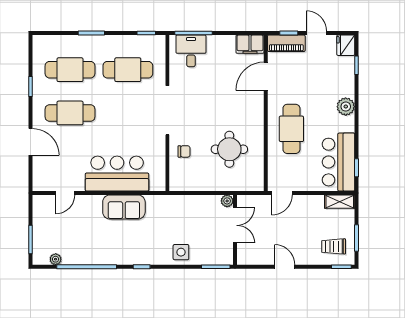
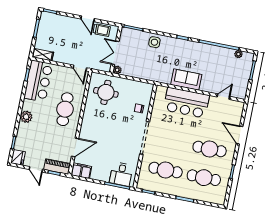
round table: (229, 149) -> (106, 92), moved
door: (282, 193) -> (80, 68), swing flipped
trolley: (334, 246) -> (102, 30), moved

